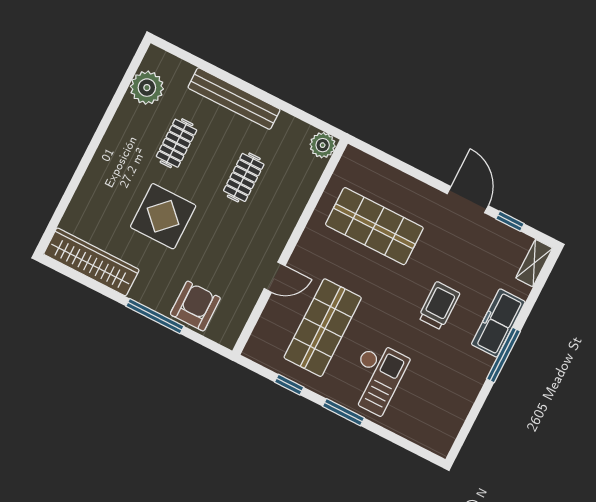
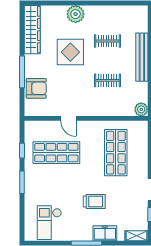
plant: (147, 88) -> (76, 14), moved
freezer: (498, 323) -> (105, 233), width x0.71
checkout: (376, 378) -> (49, 223), moved, turned 90

